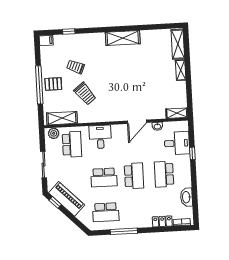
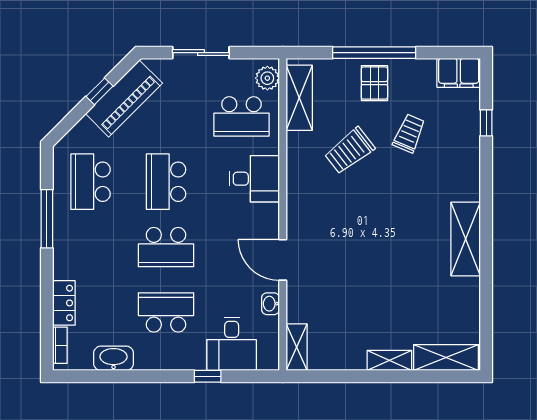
filing cabinet: (46, 40) -> (459, 73), width x2.00
window: (55, 202) -> (100, 91), moved

